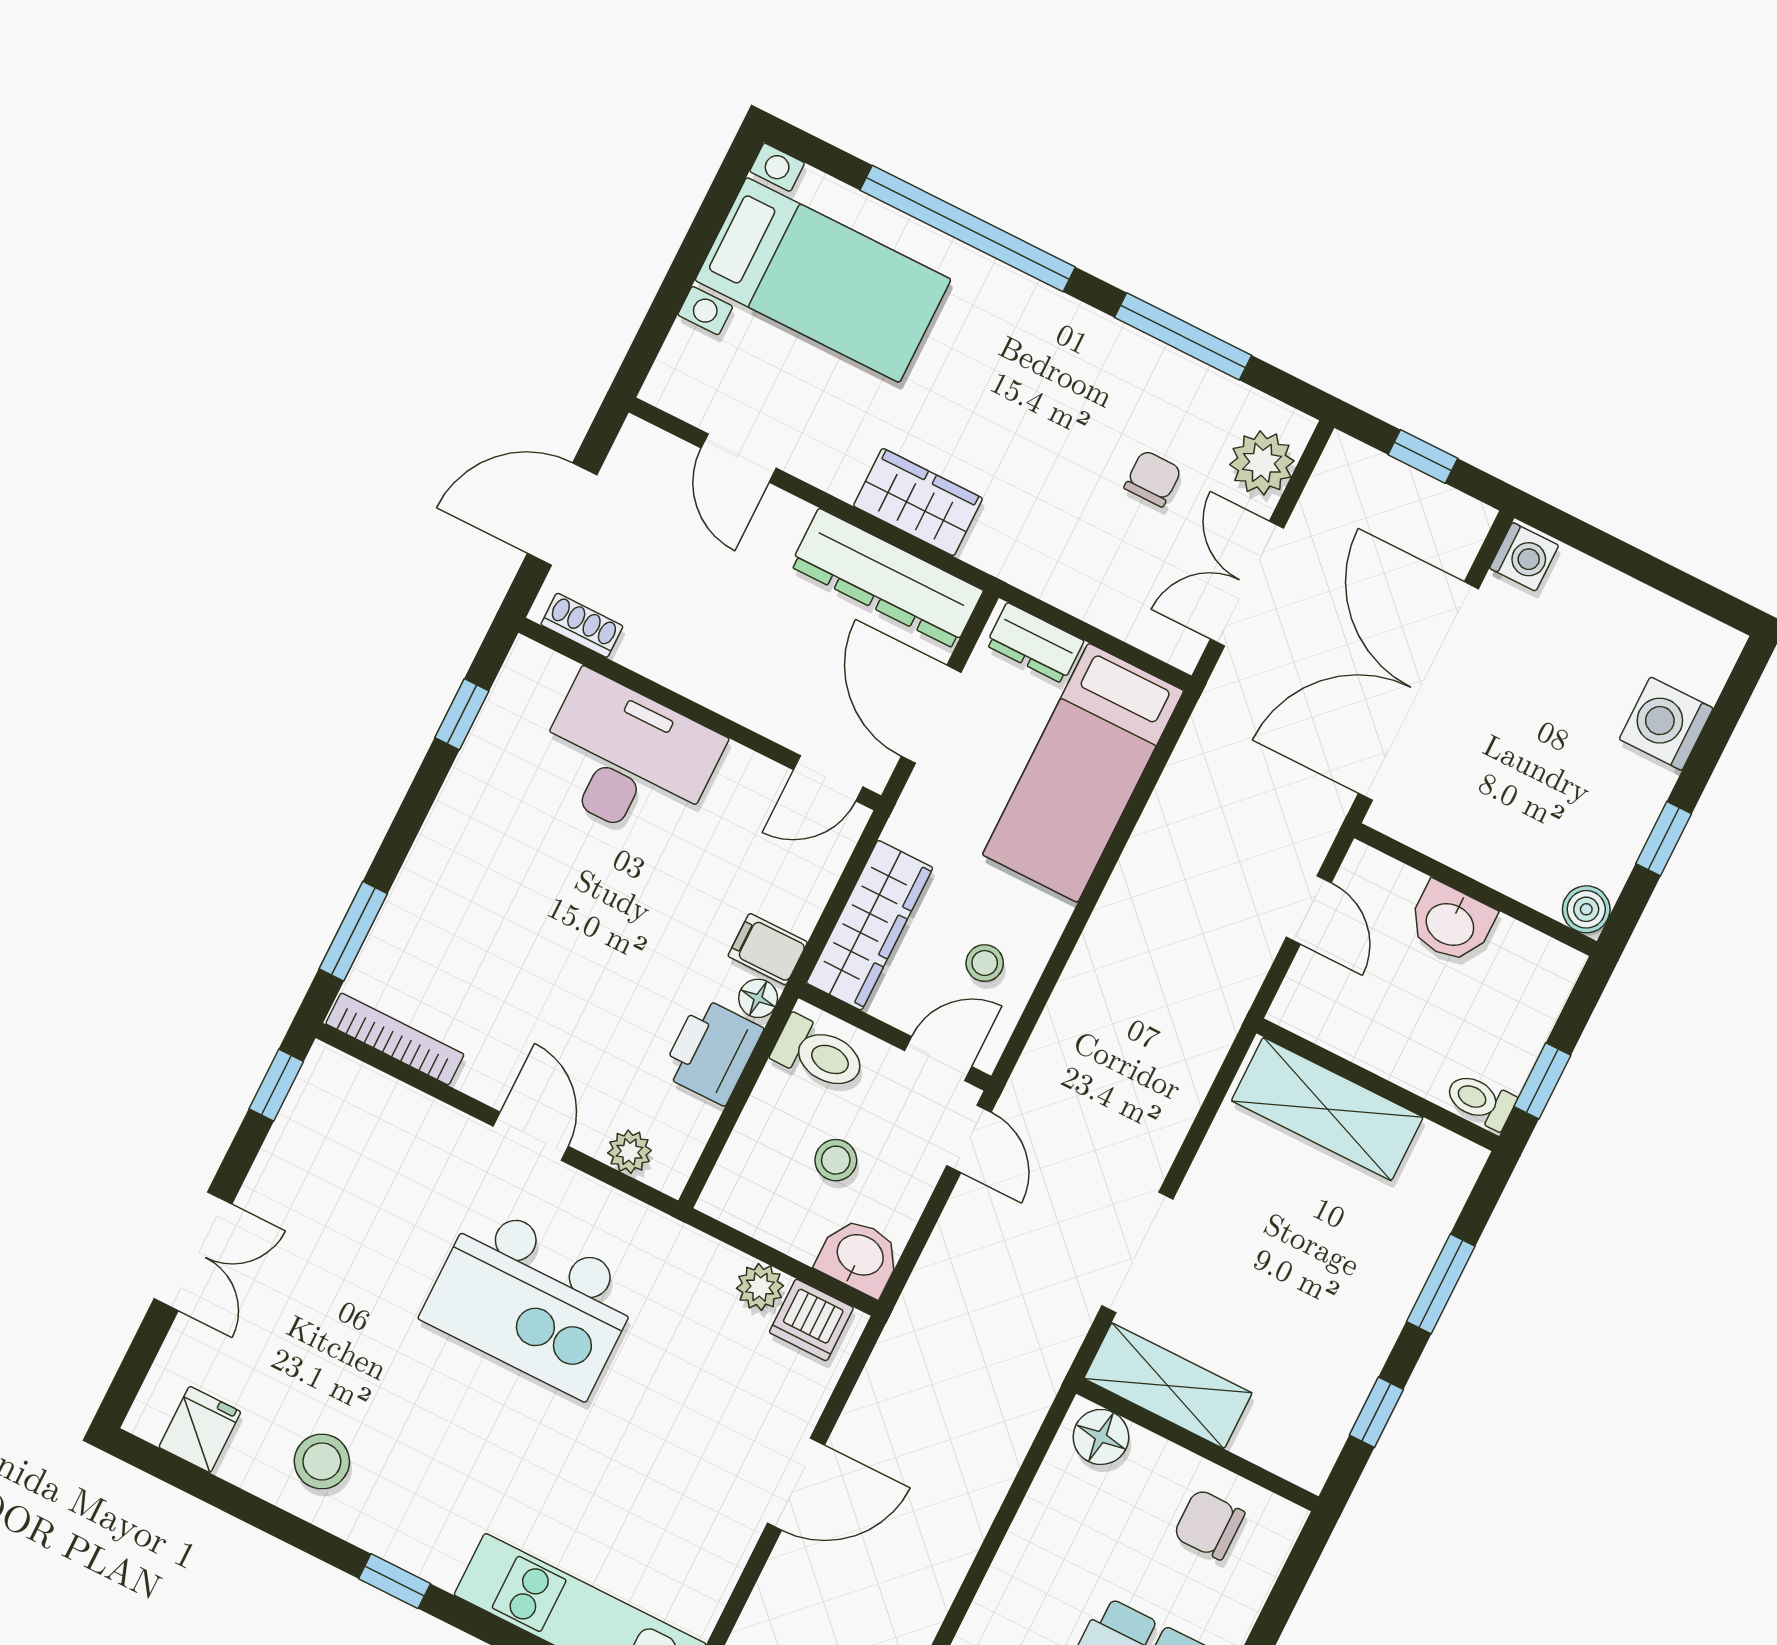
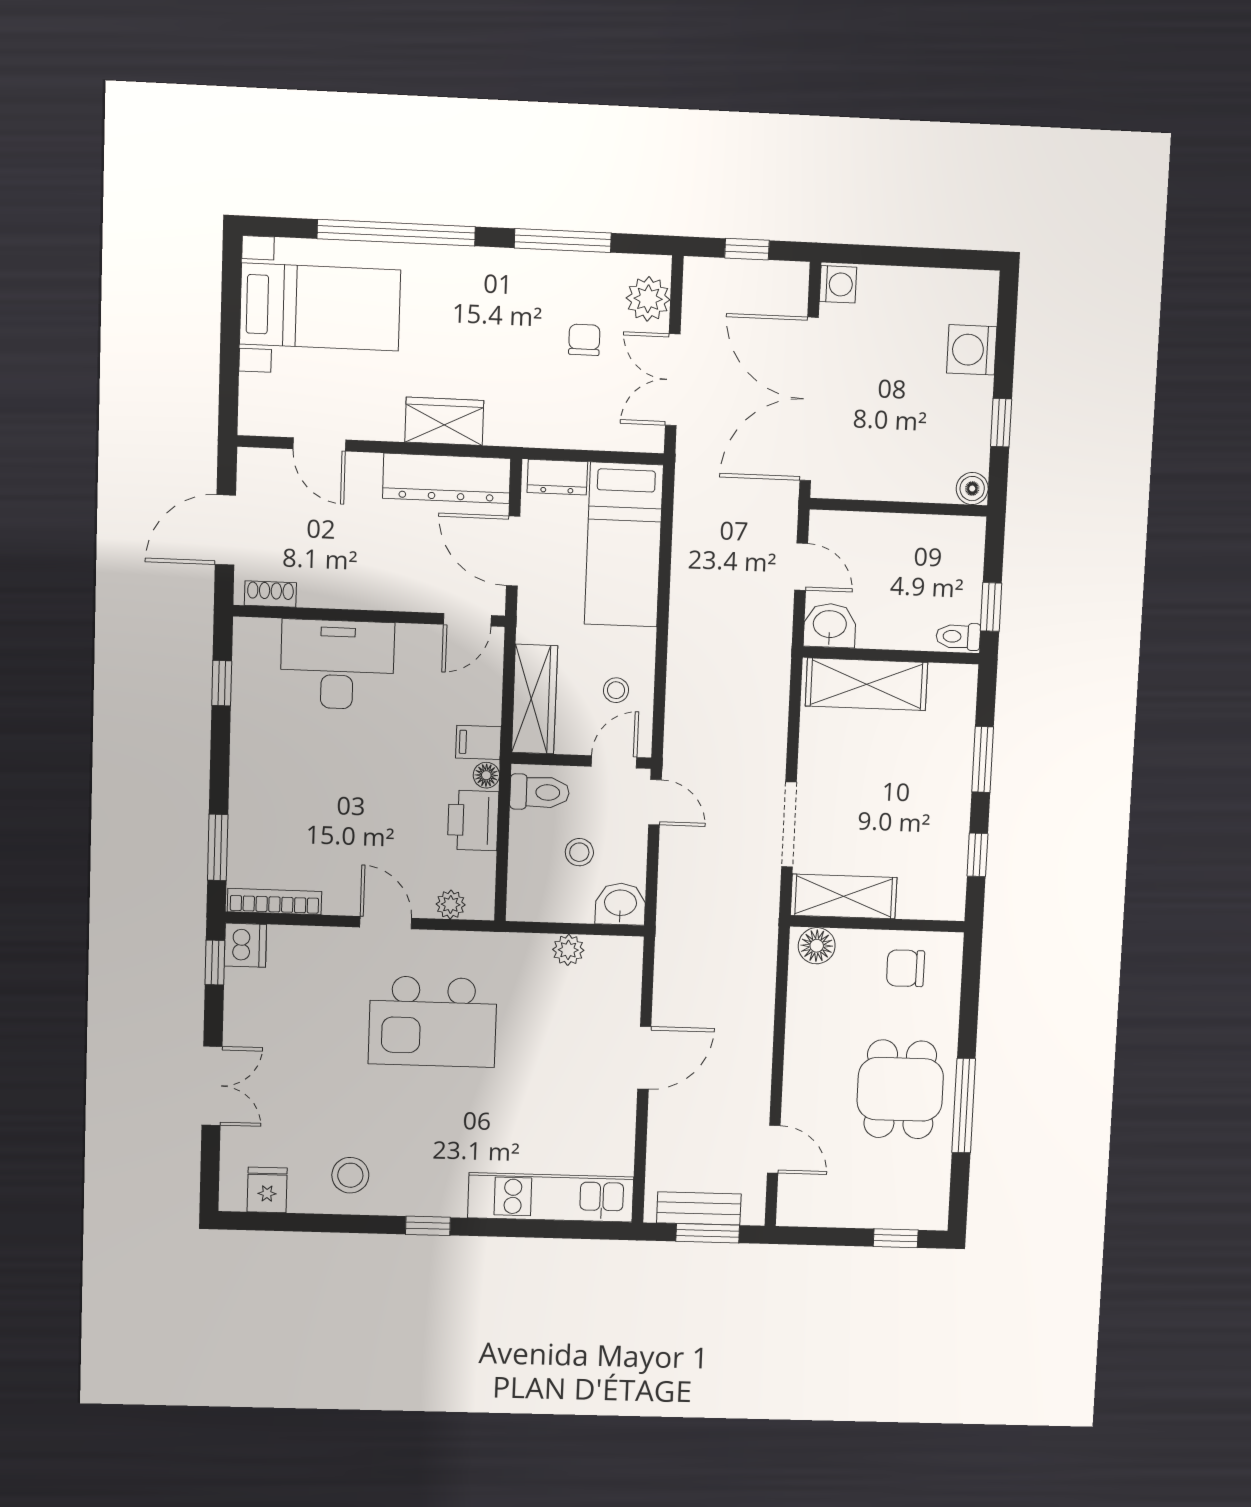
washbasin: (1451, 923) -> (830, 625), moved, turned 180
dishwasher: (811, 1320) -> (245, 945), moved, turned -90

